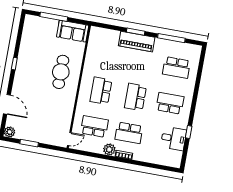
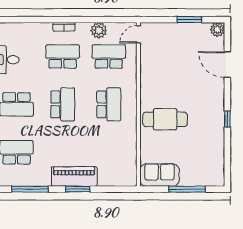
cafe table: (61, 72) -> (165, 119), turned 90
school desk: (94, 127) -> (109, 56), turned 180
plant: (109, 149) -> (99, 30), moved

